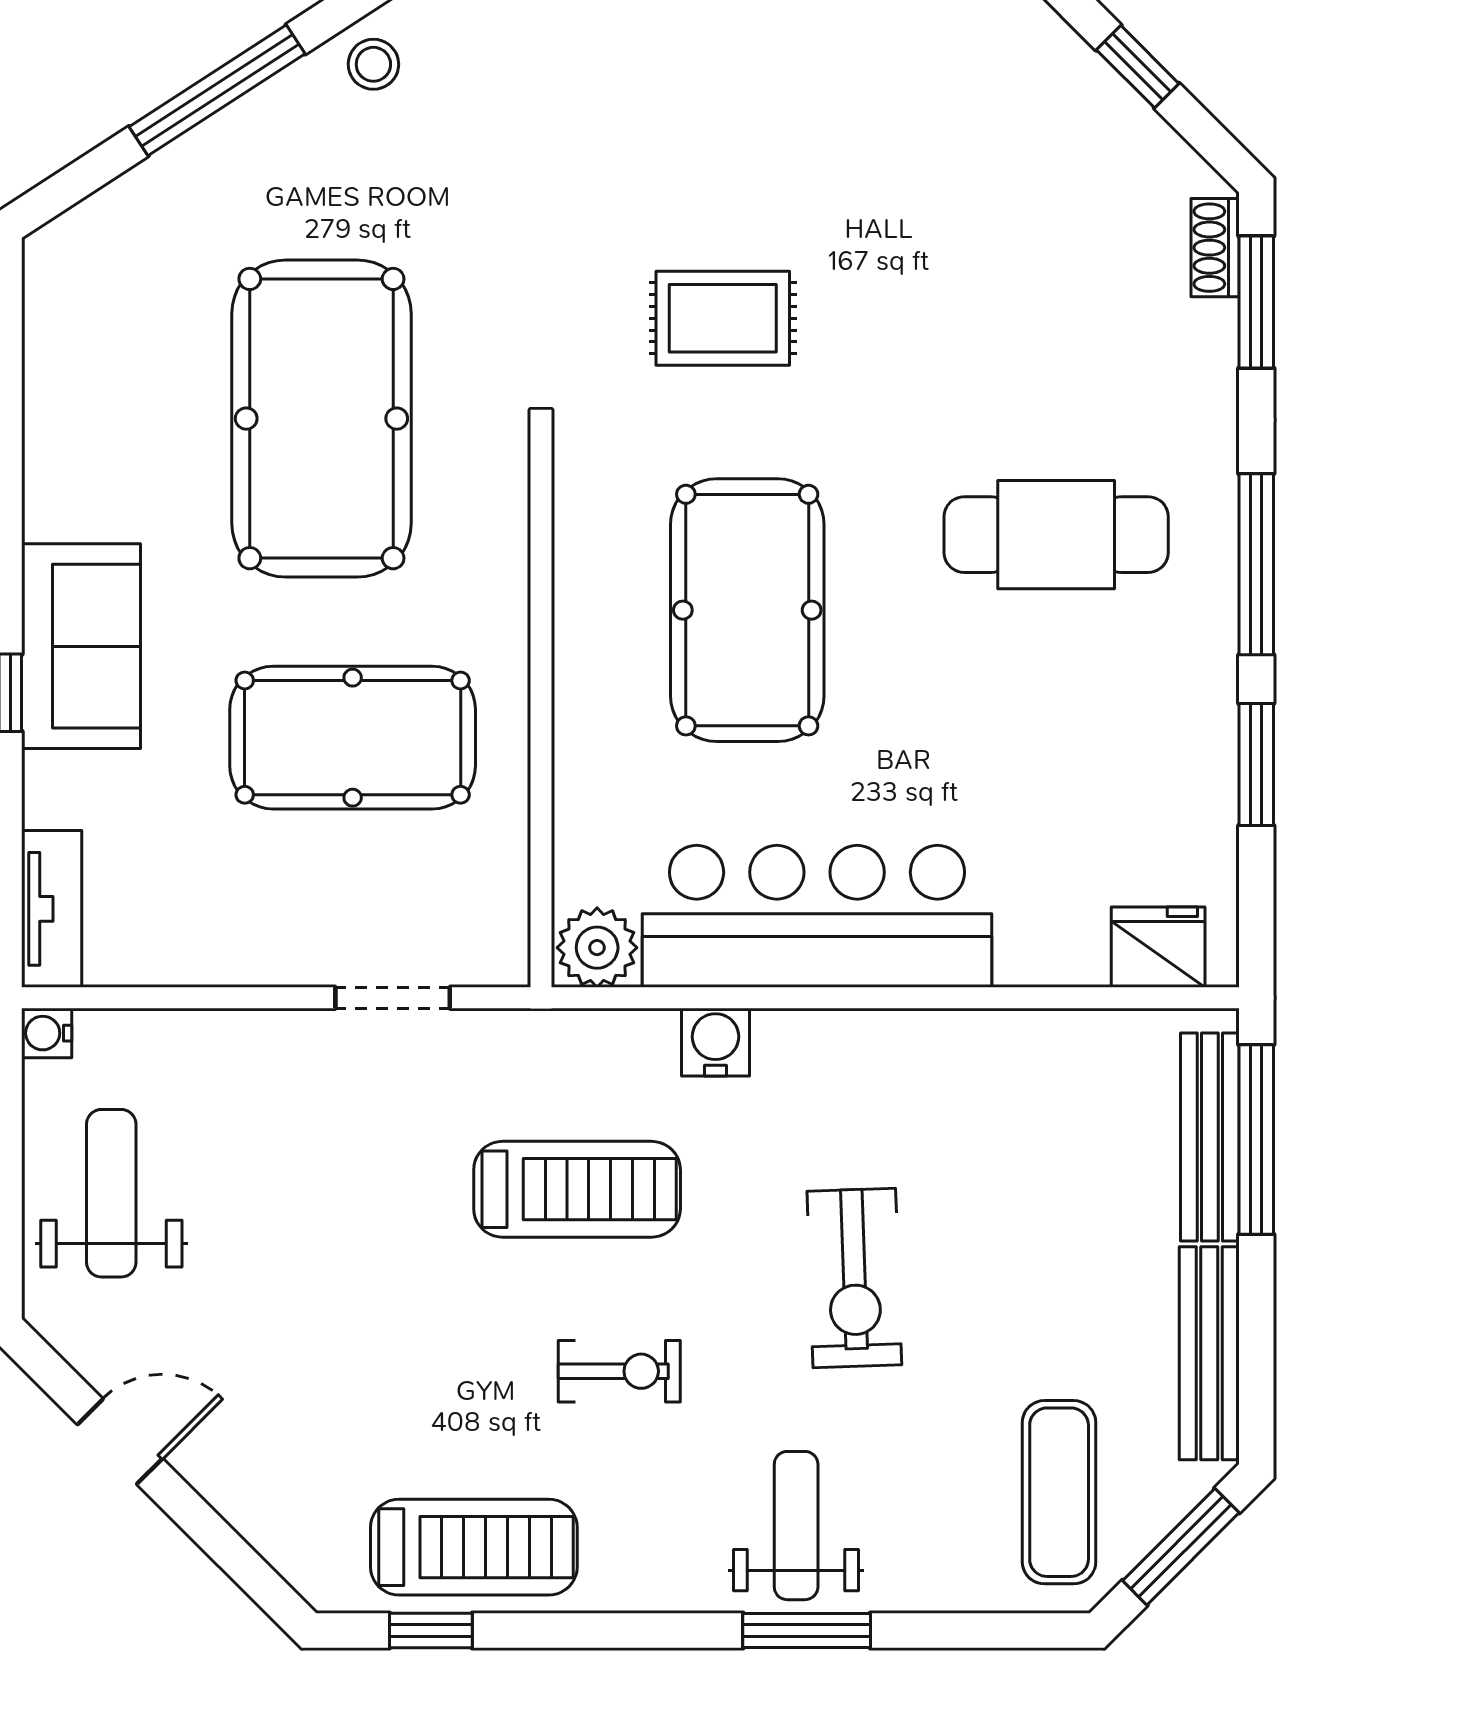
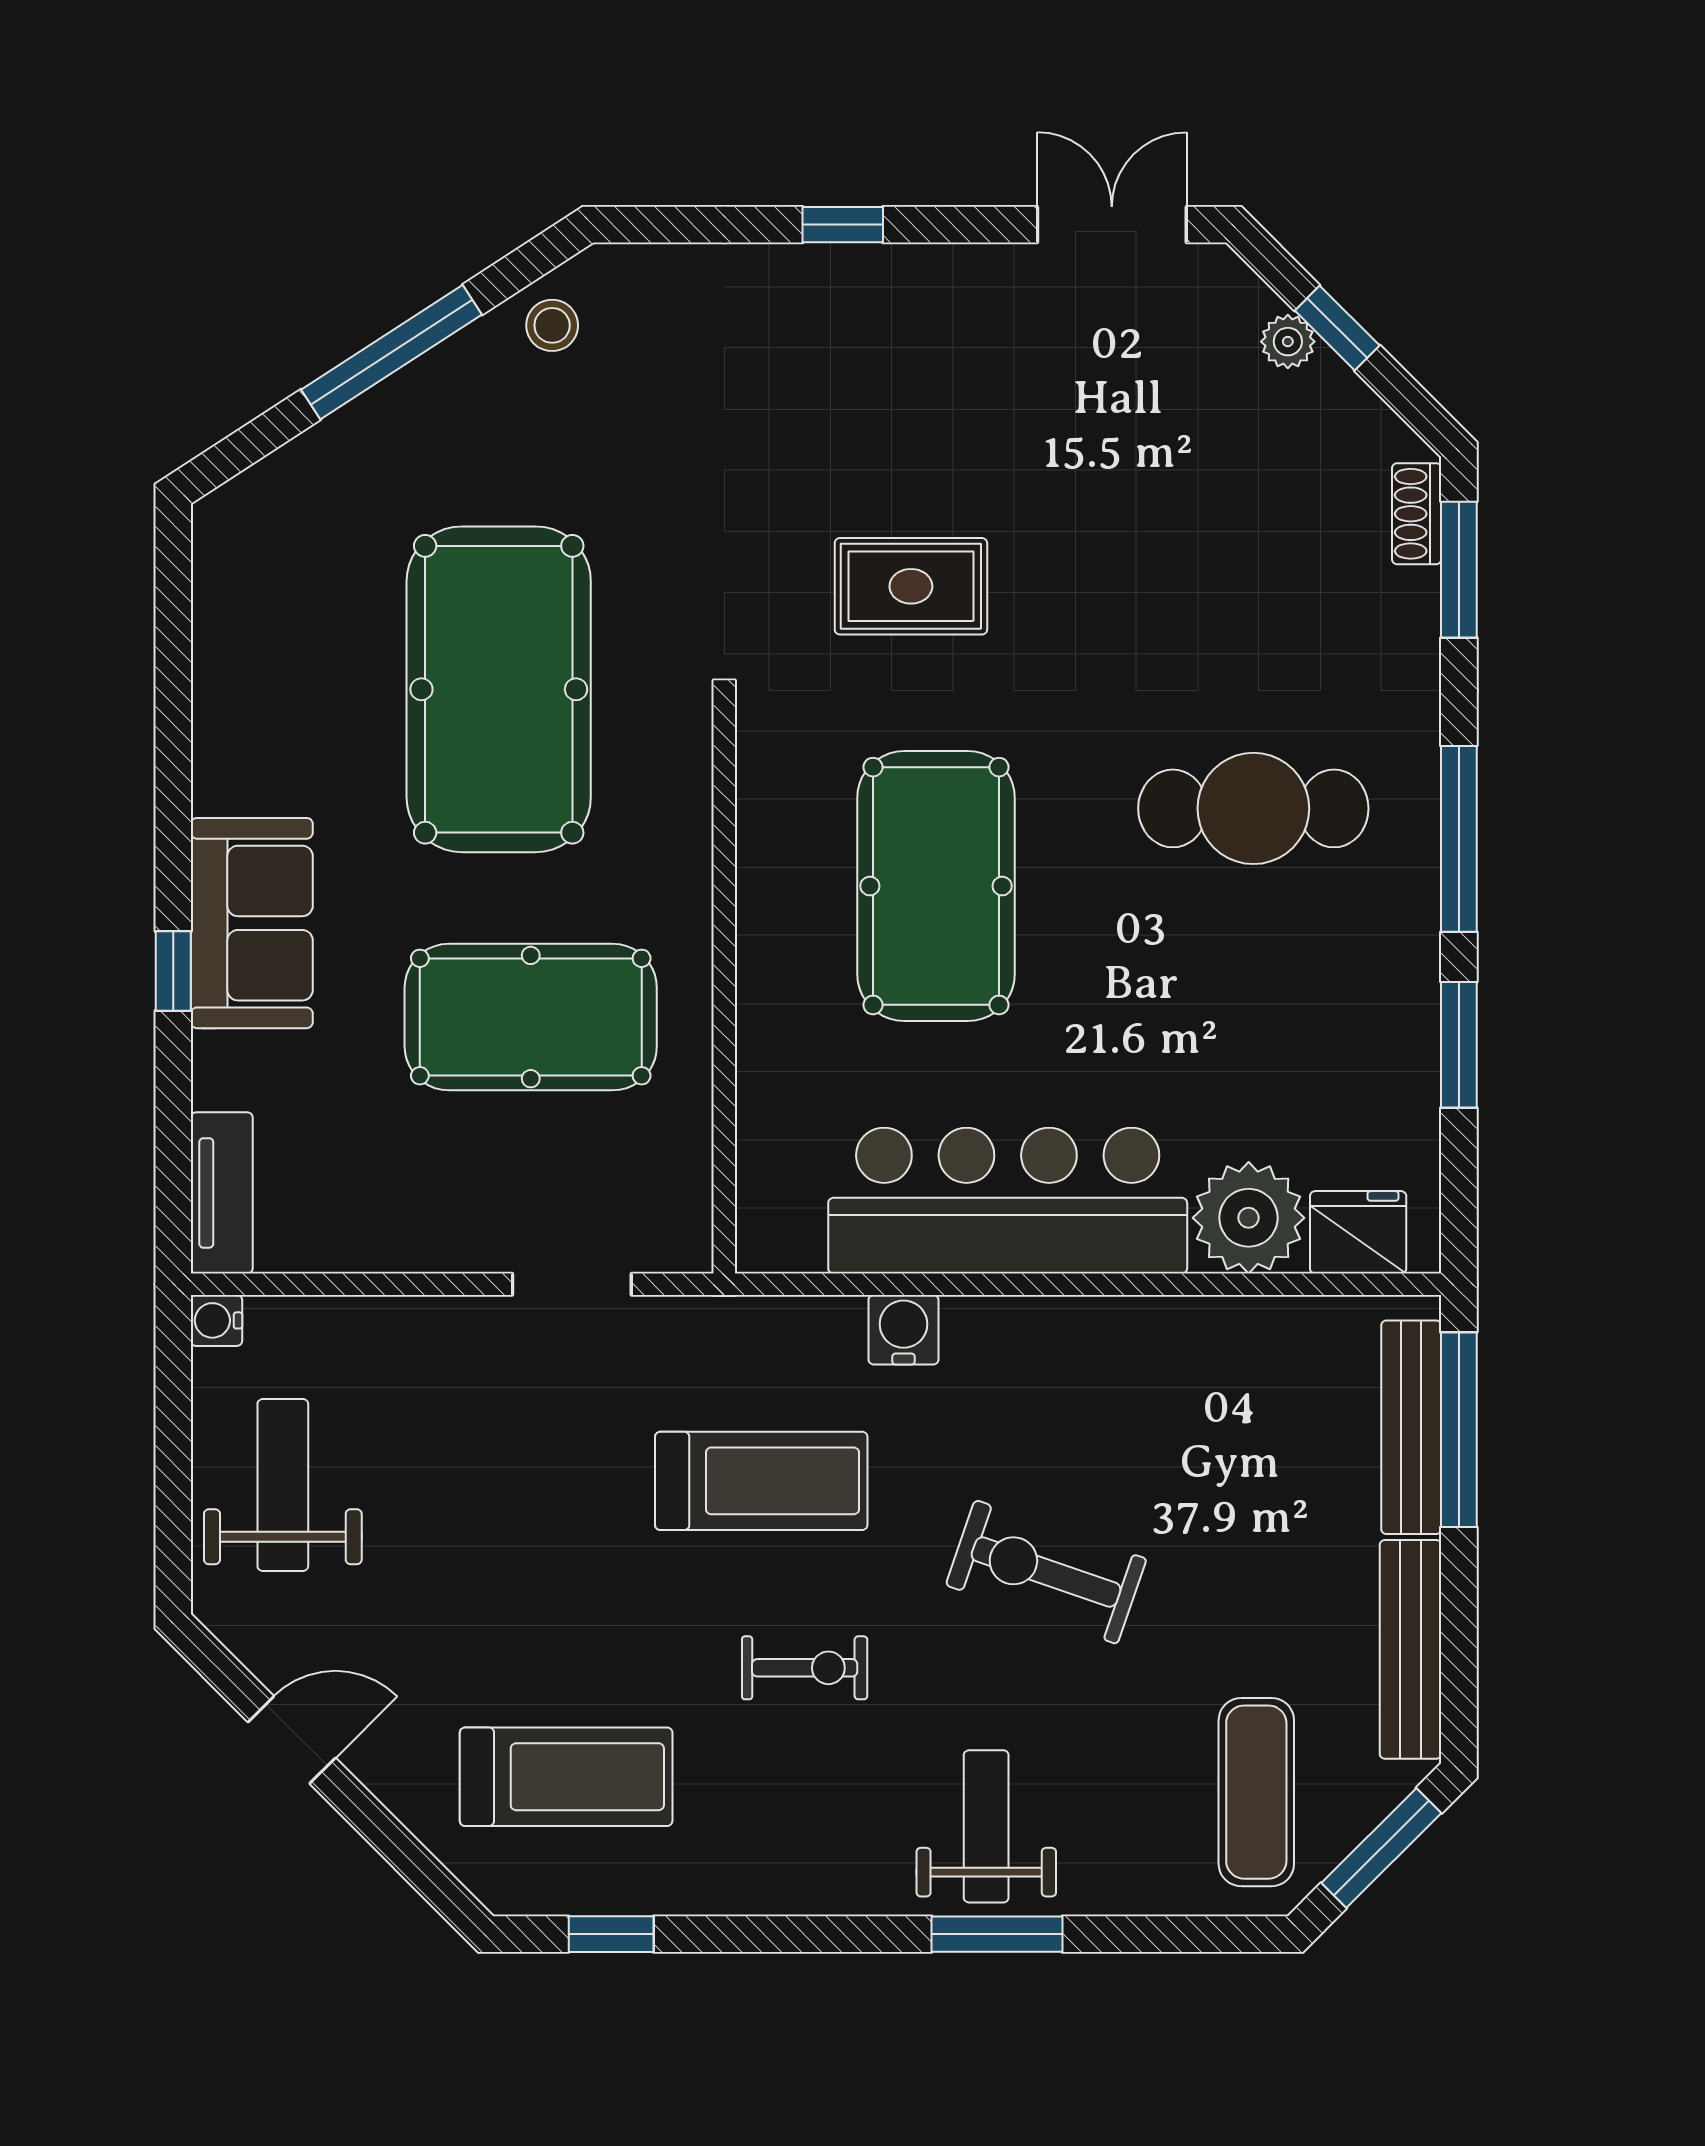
plant: (1090, 80) -> (1288, 342), added
plant: (597, 948) -> (1249, 1218), moved, width x1.36, depth x1.36
exercise bike: (854, 1278) -> (1046, 1572), turned 111
treadmill: (474, 1547) -> (566, 1777), moved

